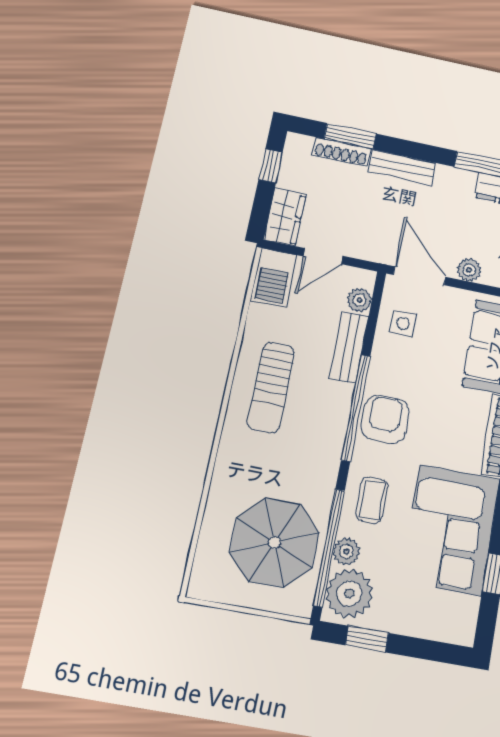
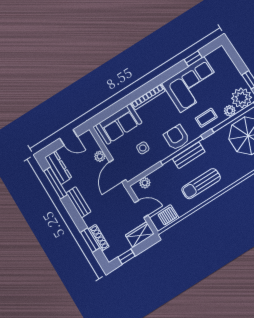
bench: (402, 167) -> (78, 202), moved
side table: (403, 323) -> (143, 148), moved
bench: (349, 347) -> (189, 155), moved
sun lounger: (271, 388) -> (201, 184), turned 180
armchair: (385, 419) -> (177, 137), turned 90

